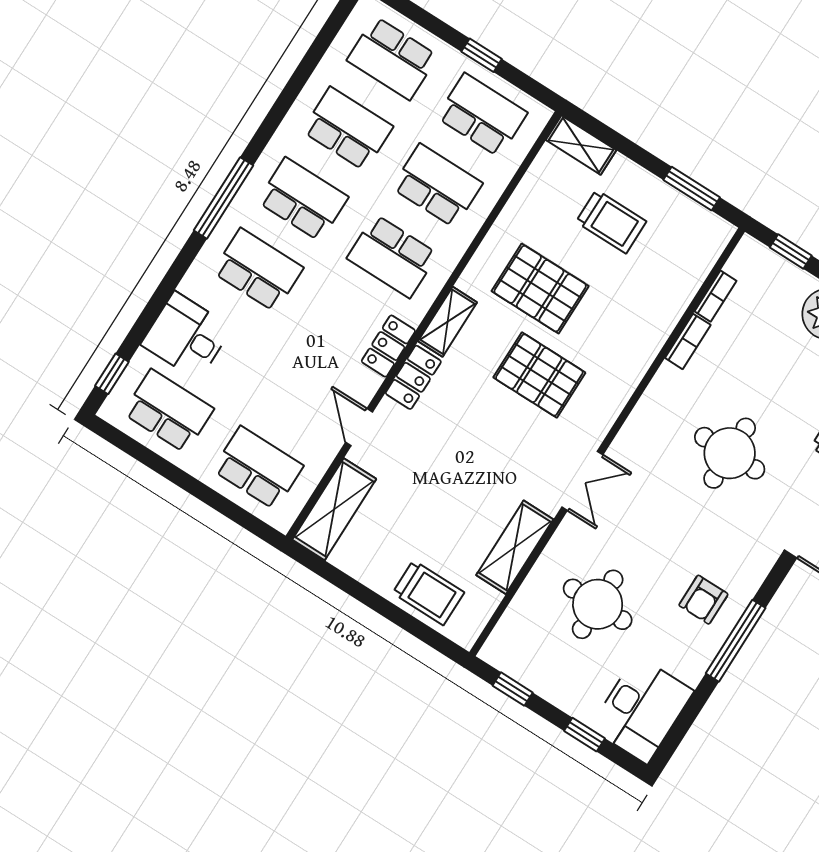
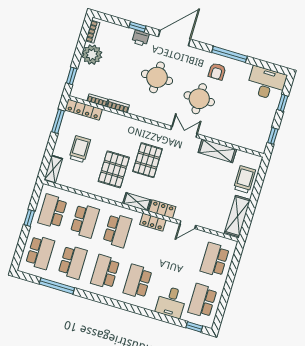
school desk: (348, 129) -> (73, 262), turned 180
school desk: (437, 186) -> (85, 221), turned 180
window: (224, 198) -> (57, 286), moved
locker: (702, 257) -> (84, 110), added
shelving: (334, 509) -> (237, 216), moved, turned 90
armchair: (703, 600) -> (217, 71), turned 90
round table: (598, 604) -> (199, 99), moved

